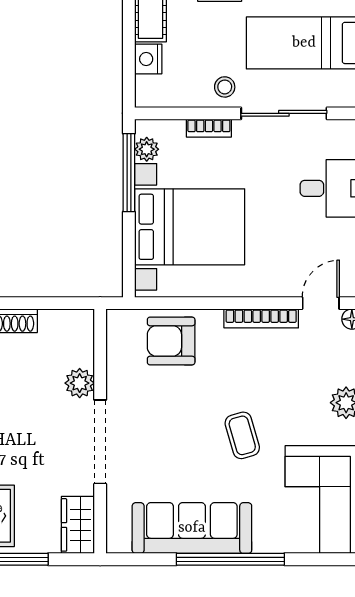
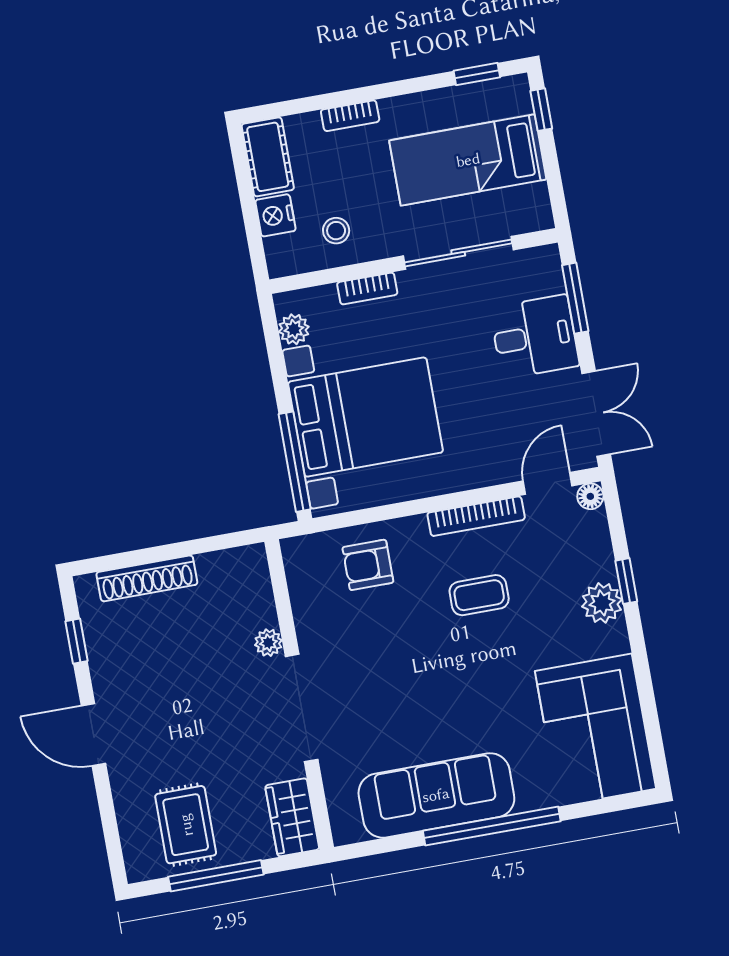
stool: (225, 87) -> (336, 231), moved
window: (129, 173) -> (295, 462), moved
armchair: (171, 341) -> (368, 565), width x0.72, depth x0.72
plant: (80, 383) -> (268, 643), width x0.73, depth x0.73
coffee table: (242, 435) -> (479, 595), moved, turned -74

